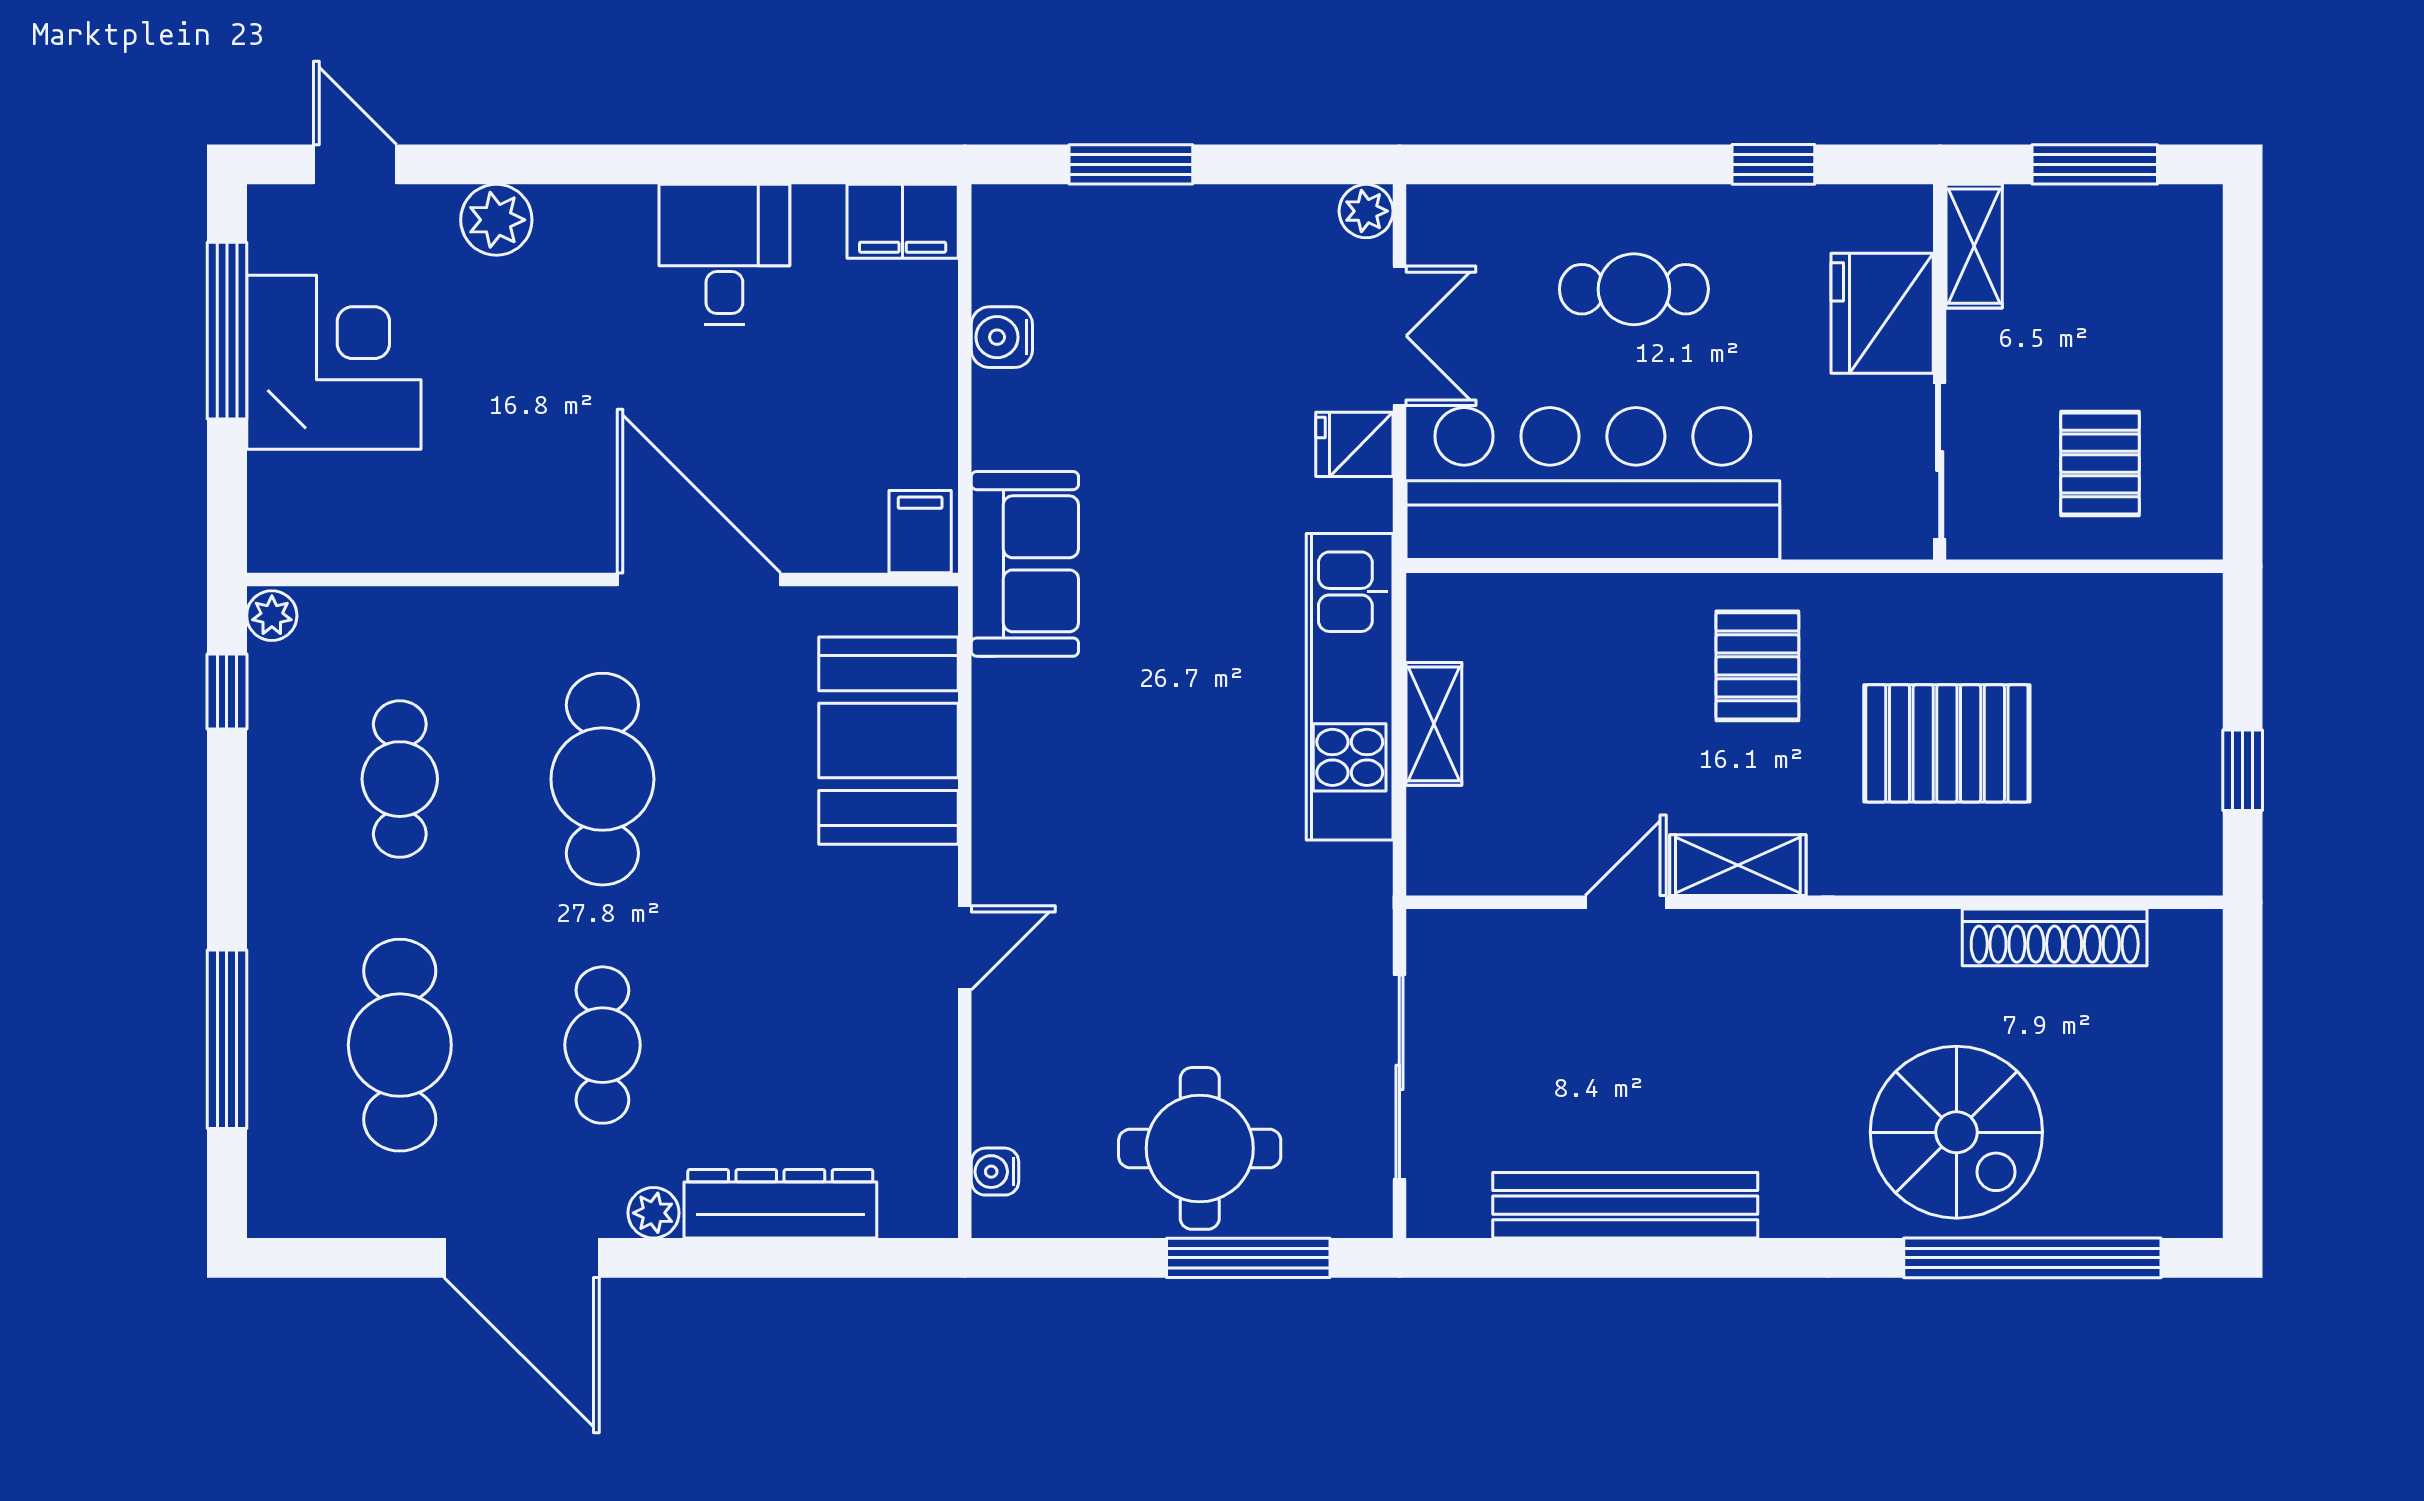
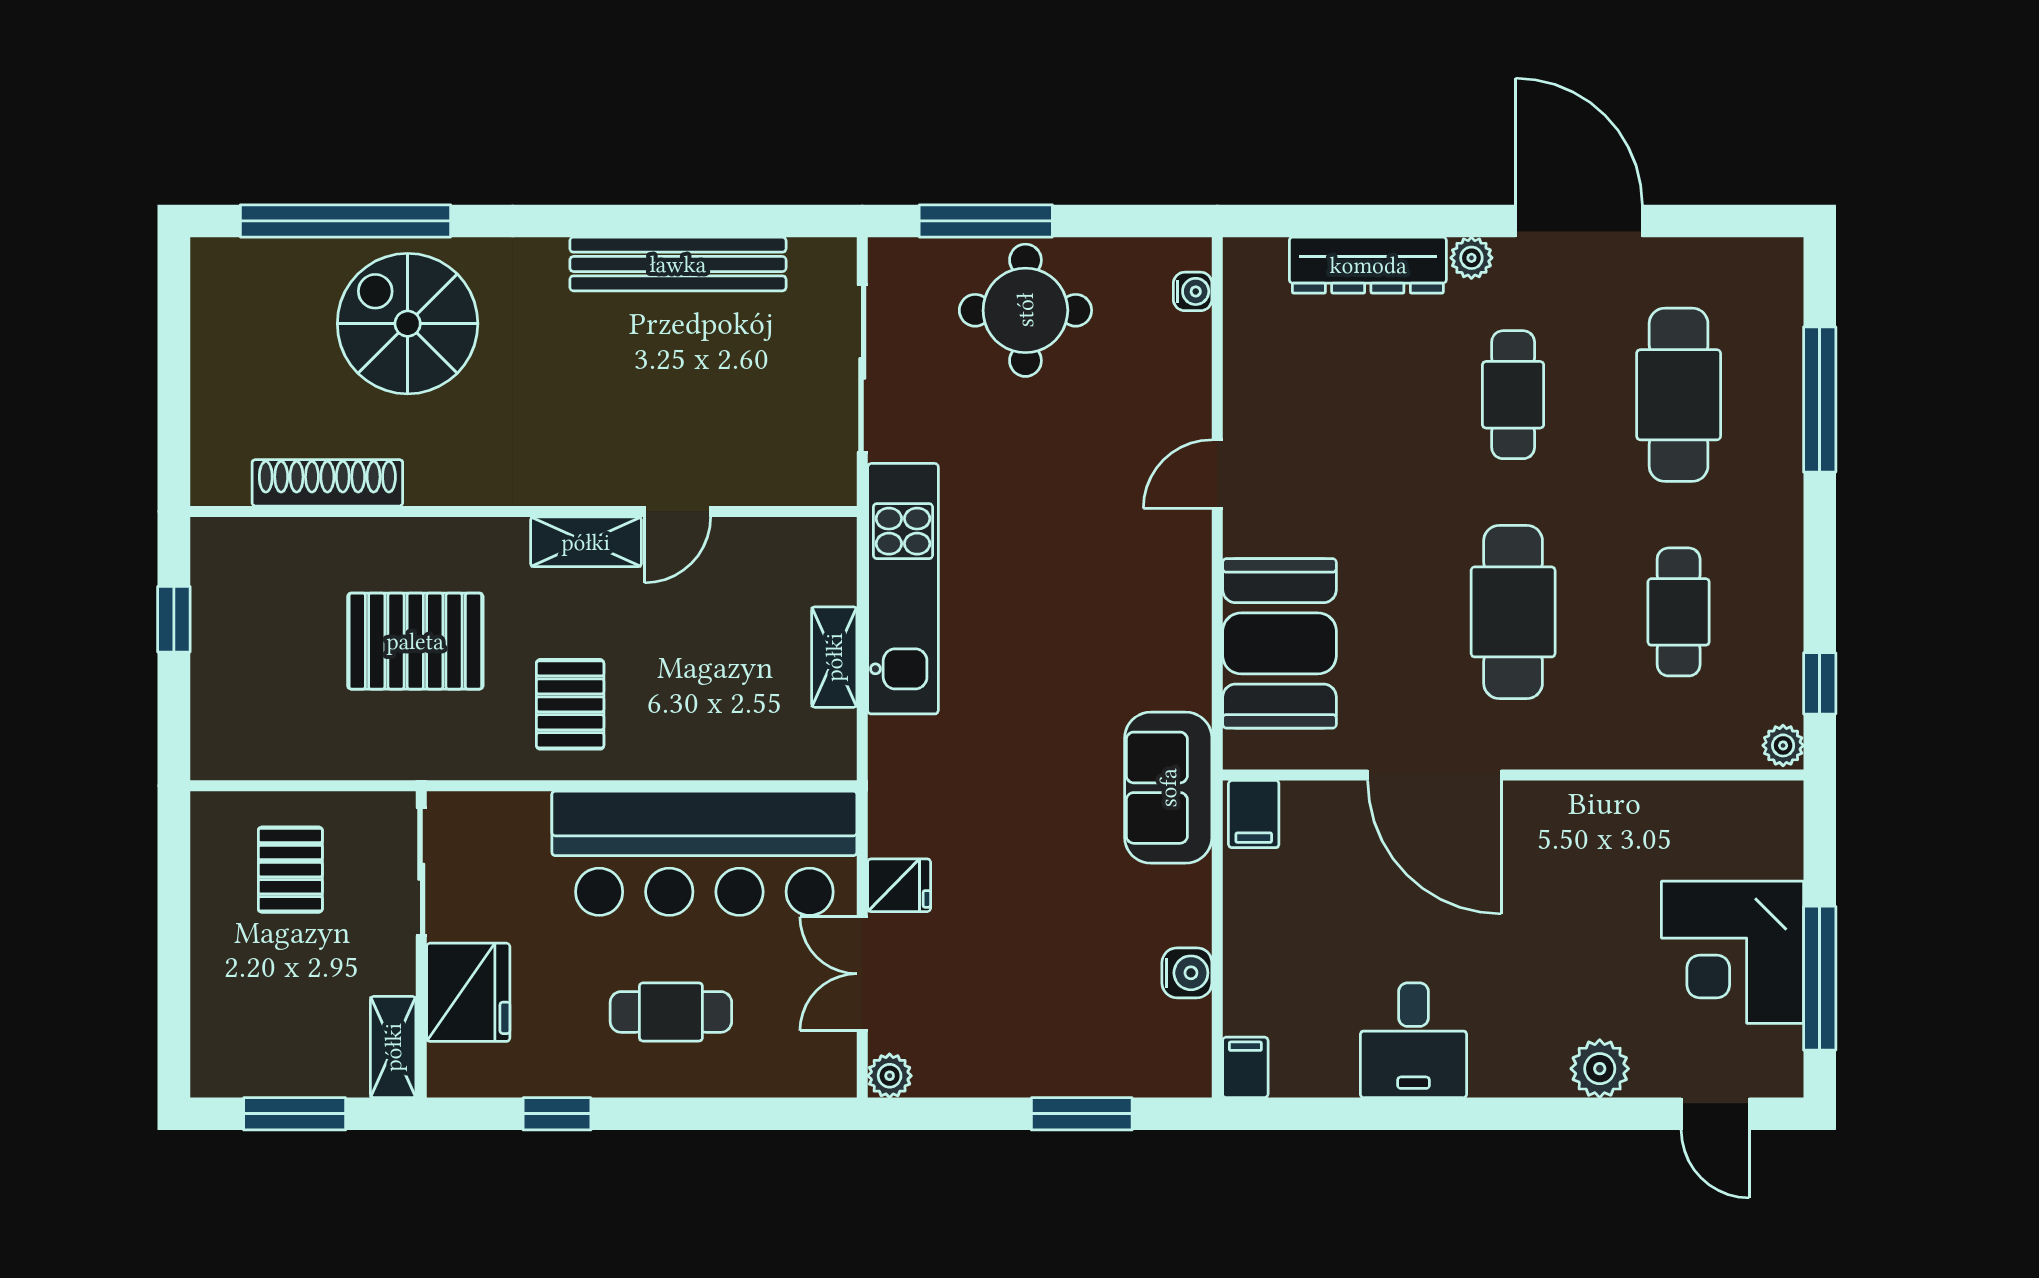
filing cabinet: (903, 221) -> (1245, 1067), width x0.50
kitchen unit: (1350, 687) -> (903, 589), moved

